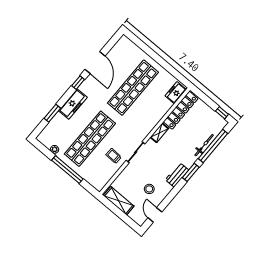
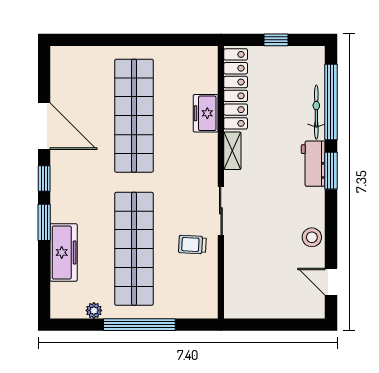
freezer: (176, 93) -> (206, 113), moved
freezer: (73, 104) -> (64, 252), moved
window: (52, 113) -> (44, 222), moved
window: (222, 113) -> (276, 40), moved
workbench: (177, 175) -> (313, 164), moved
stool: (149, 189) -> (312, 237), moved
shelving: (119, 201) -> (257, 307), removed

